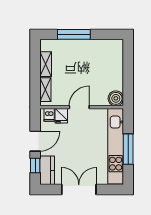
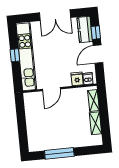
window: (74, 34) -> (59, 153), moved
boiler: (116, 98) -> (30, 99), removed
door: (79, 107) -> (51, 89), moved
window: (128, 149) -> (15, 55), width x0.46

